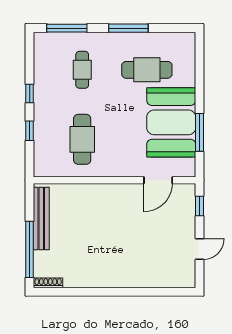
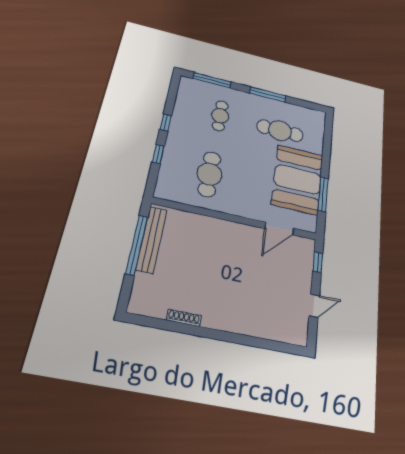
window: (30, 249) -> (137, 245), moved
shoe rack: (48, 283) -> (184, 318), moved

